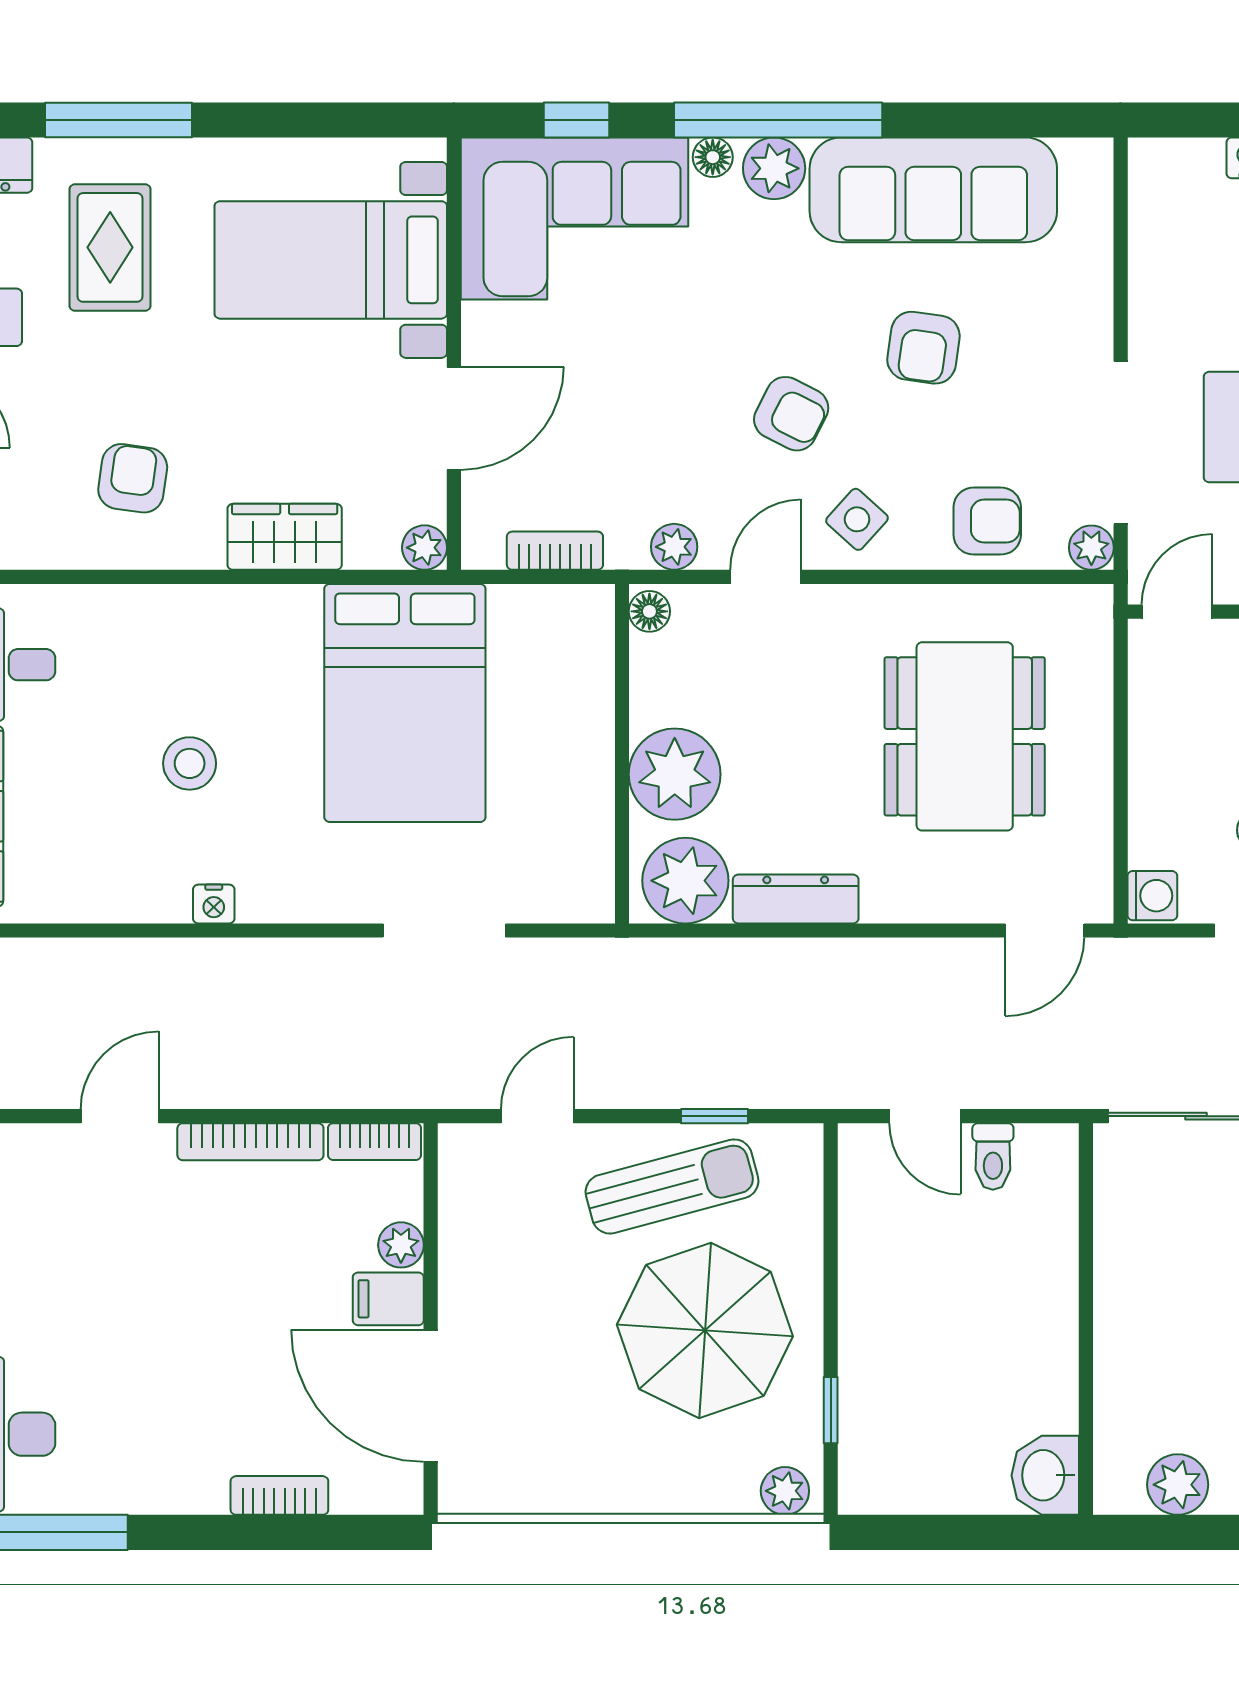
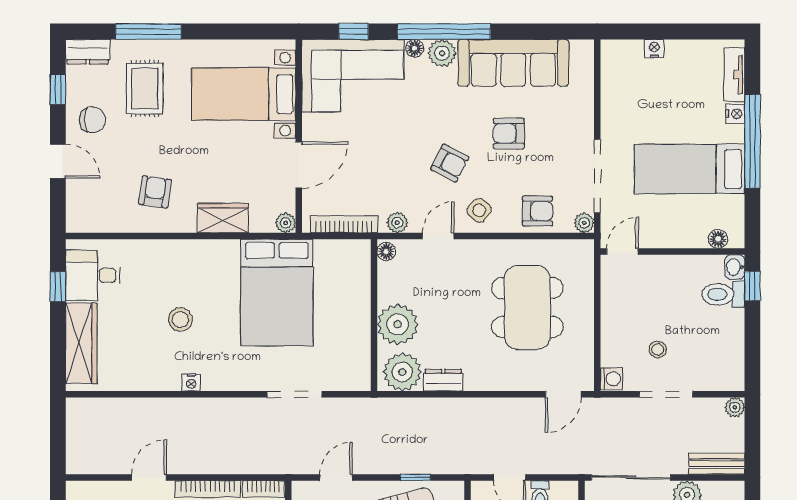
armchair: (923, 348) -> (509, 133), turned 82
bookcase: (555, 551) -> (344, 224), width x1.56
dresser: (796, 899) -> (443, 380), width x0.70

